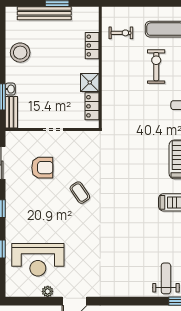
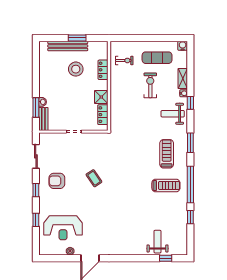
stool: (20, 53) -> (76, 69), moved
armchair: (42, 168) -> (57, 181), moved, turned 180

